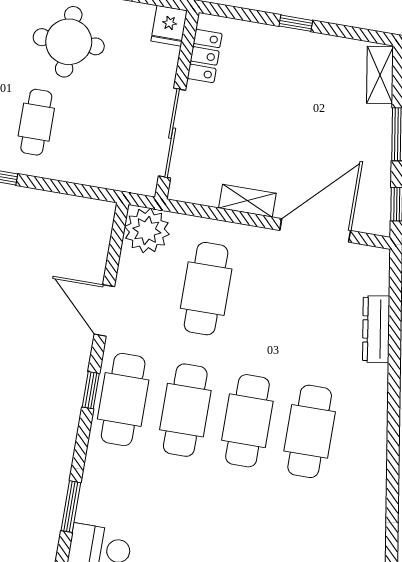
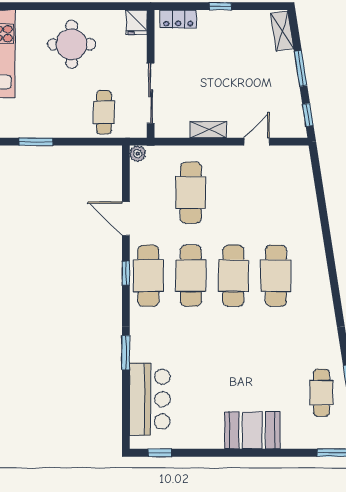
locker: (205, 56) -> (178, 19), moved, turned 90
cafe table: (36, 122) -> (104, 112), moved
door: (315, 230) -> (257, 142), width x0.53
plant: (147, 231) -> (138, 154), width x0.53, depth x0.53
dresser: (376, 329) -> (308, 200), removed

